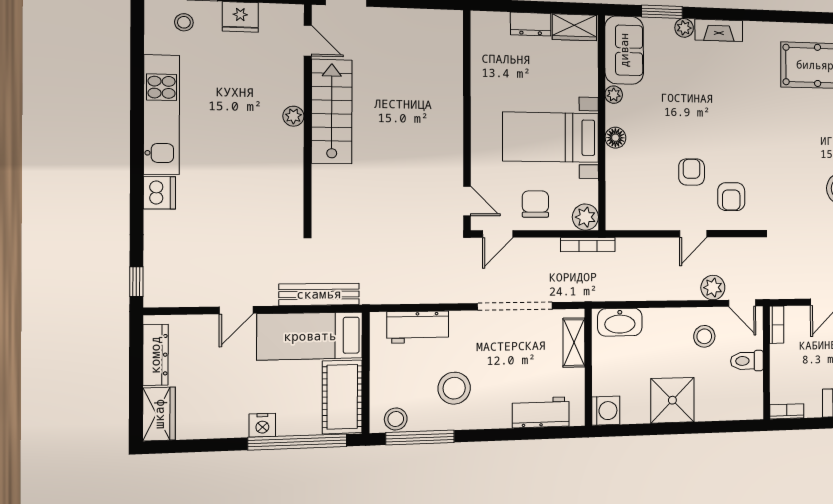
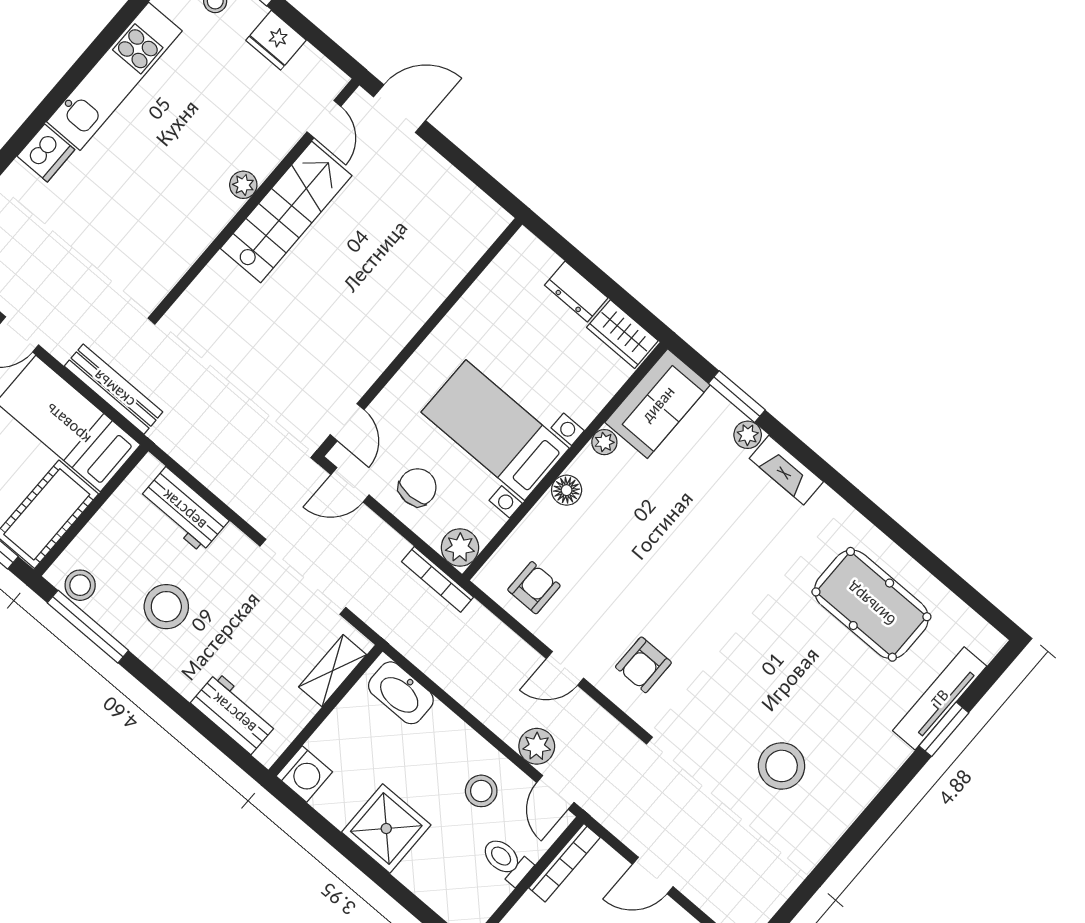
armchair: (692, 172) -> (534, 588), moved
bookcase: (777, 325) -> (565, 863), width x1.56

